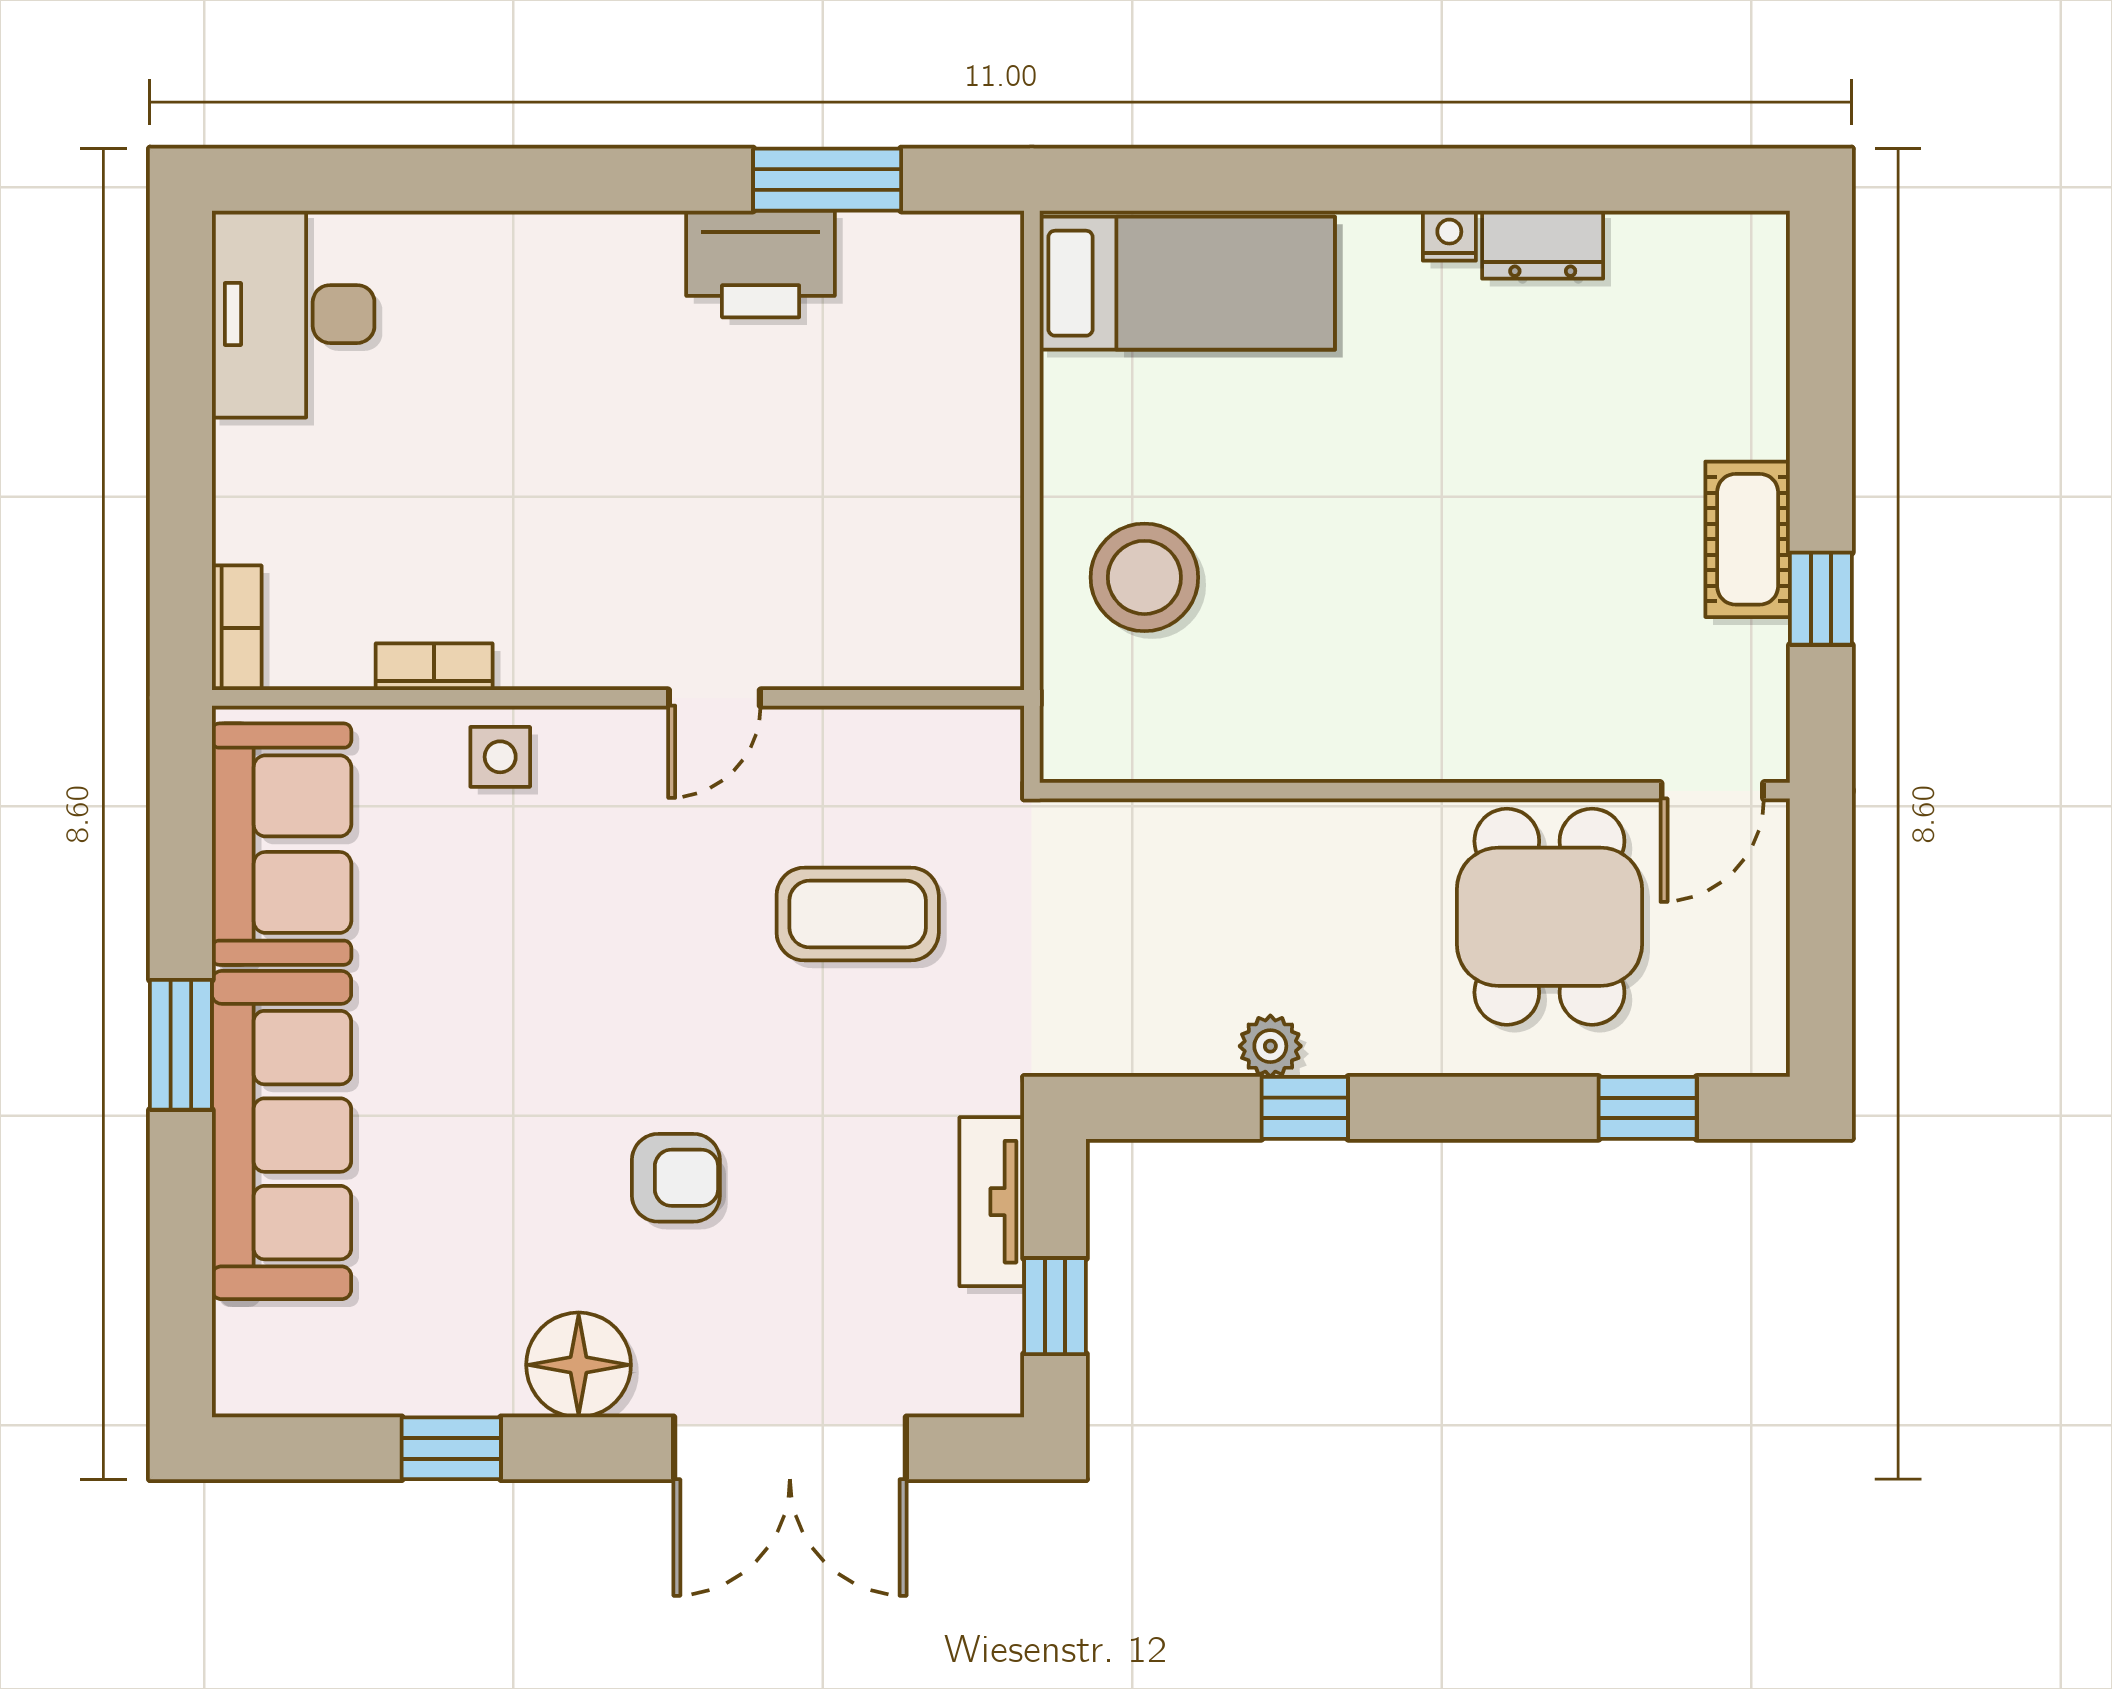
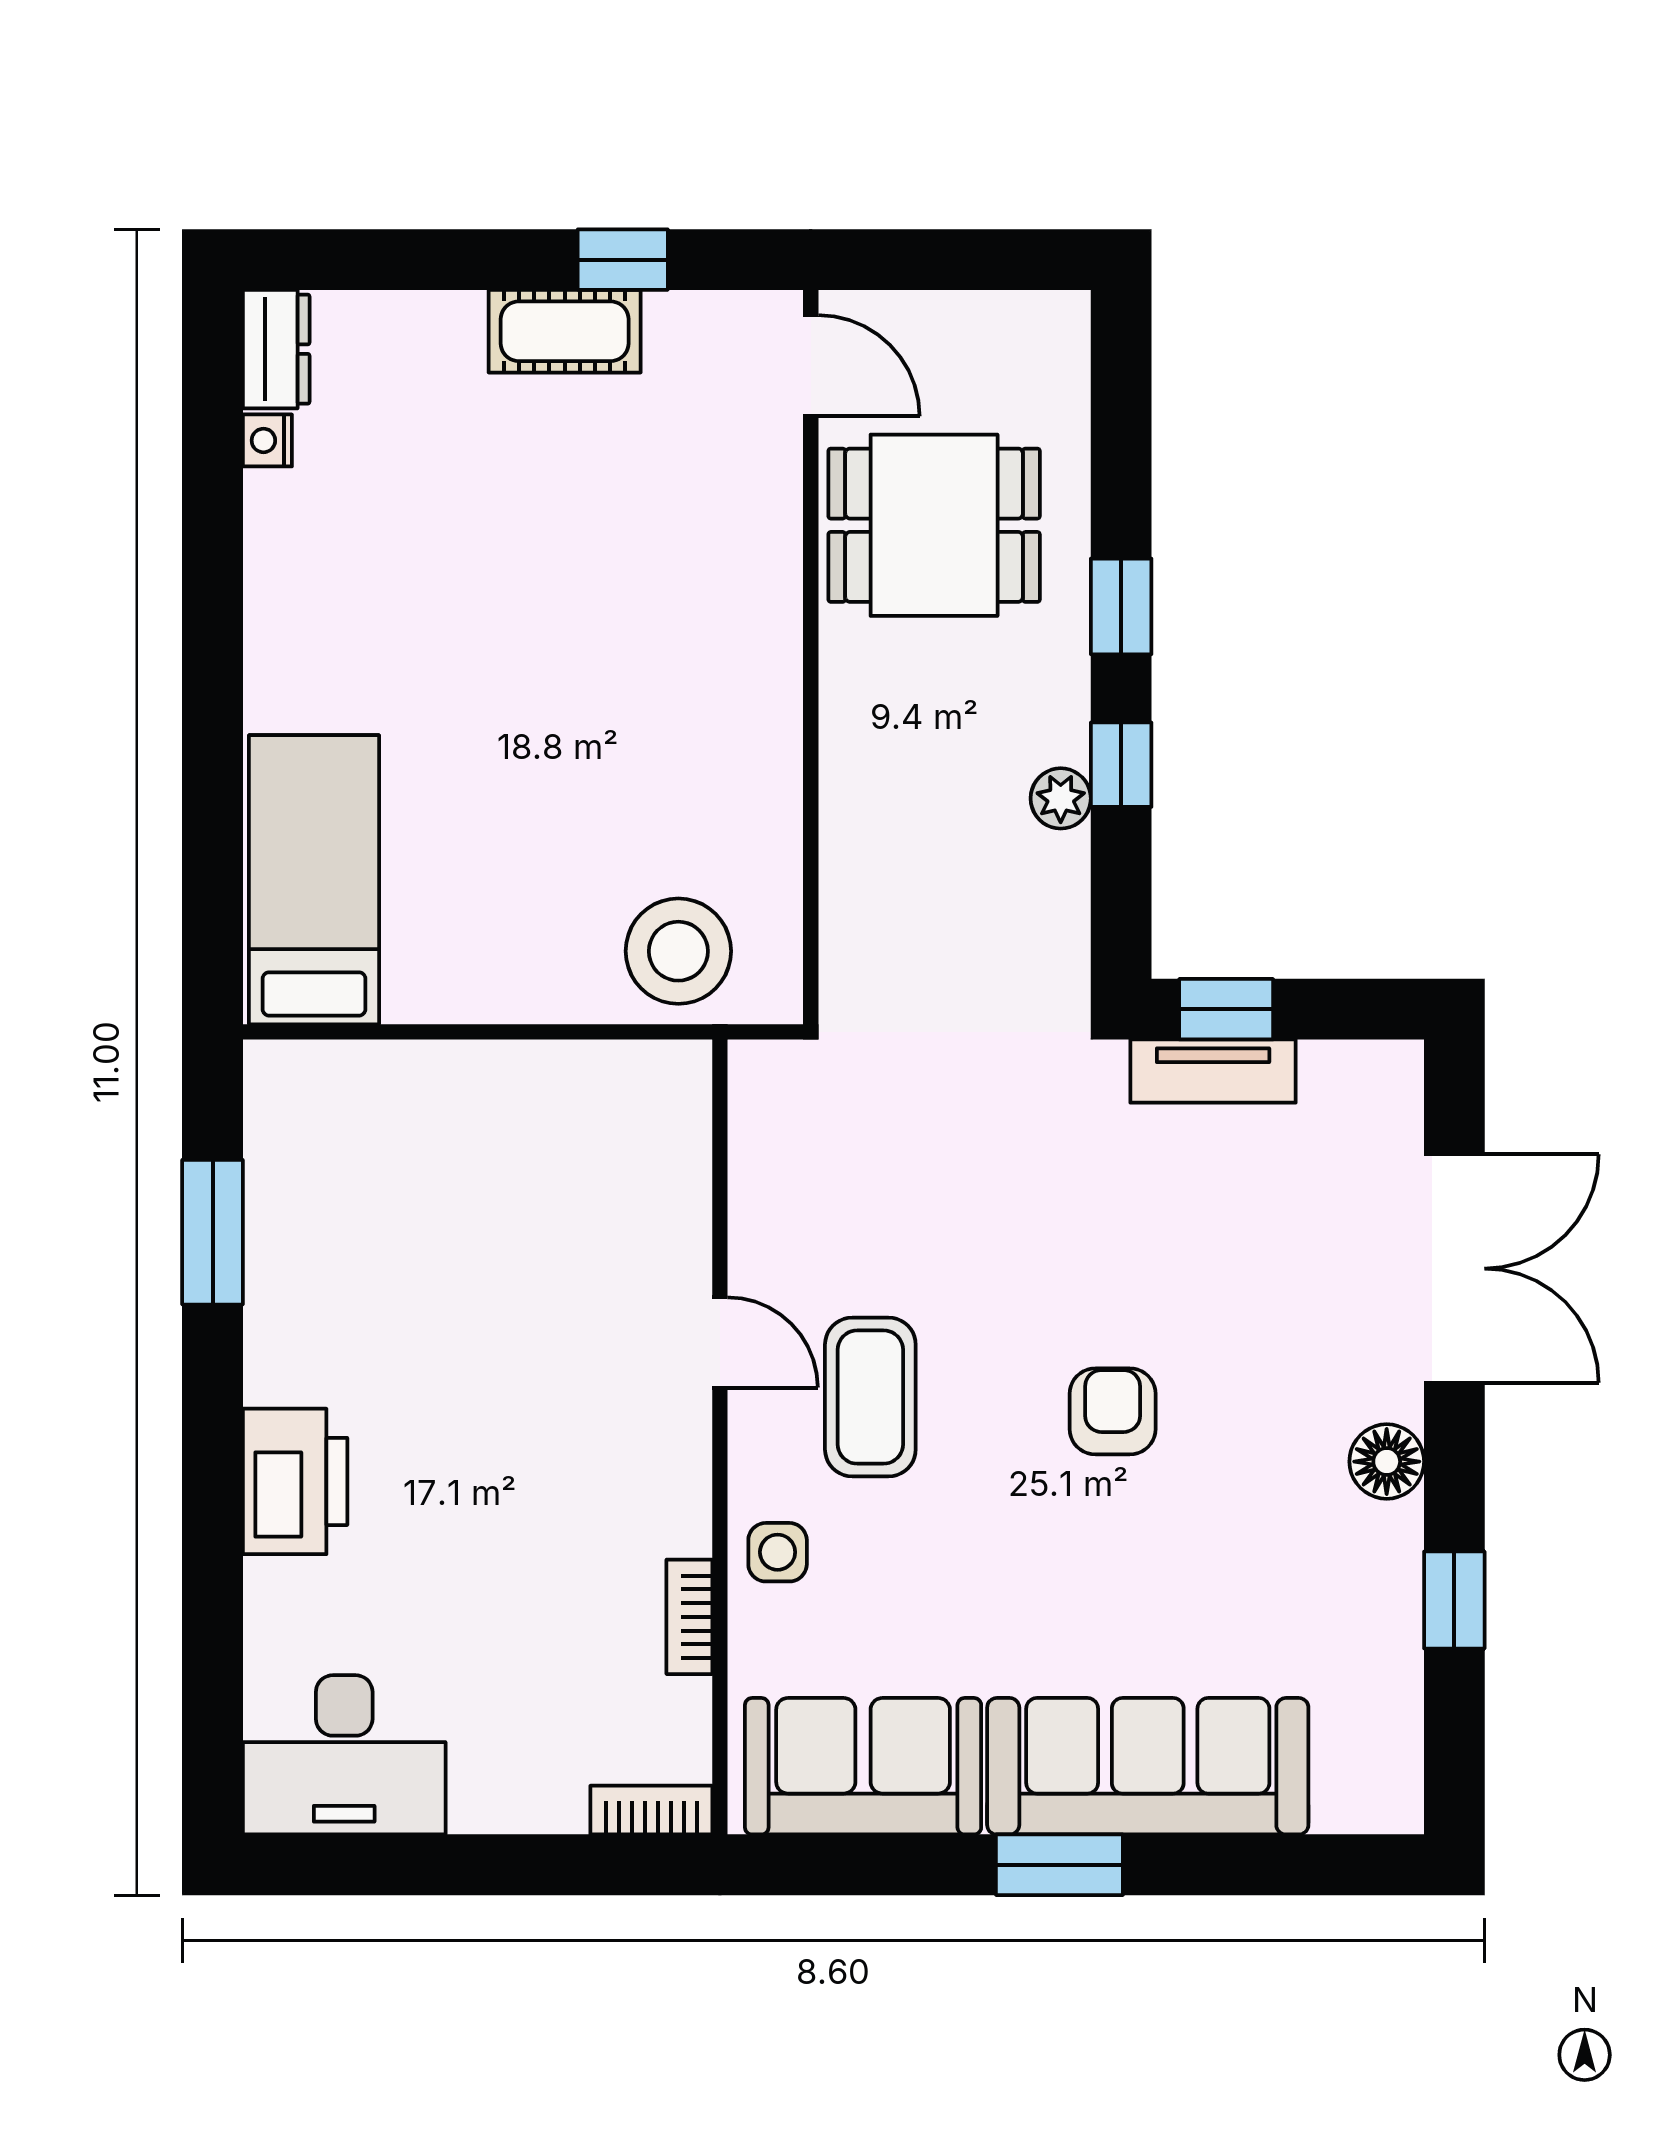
nightstand: (1449, 236) -> (267, 440), moved
dresser: (1543, 245) -> (276, 349), moved
printer: (761, 264) -> (295, 1481), moved
stool: (1144, 577) -> (678, 951), moved
coffee table: (858, 914) -> (870, 1397), moved
window: (1648, 1108) -> (1121, 606), moved
armchair: (676, 1178) -> (1113, 1411), moved
window: (1055, 1306) -> (1226, 1009), moved
floor lamp: (579, 1365) -> (1387, 1462), width x0.73, depth x0.73

